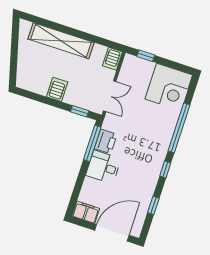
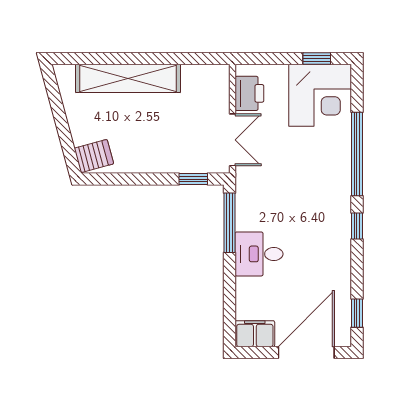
window: (146, 56) -> (317, 58), moved
server rack: (112, 59) -> (218, 80), removed
server rack: (57, 89) -> (94, 156), moved, turned 75
printer: (106, 141) -> (249, 93), moved
window: (153, 205) -> (357, 313), moved

